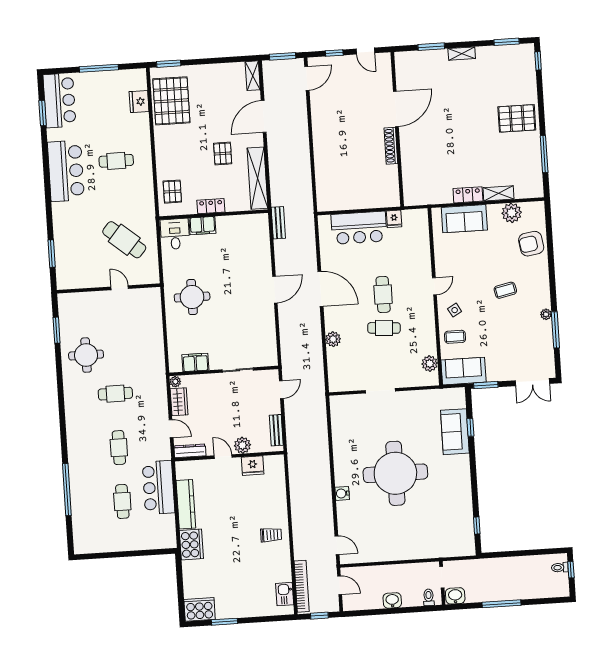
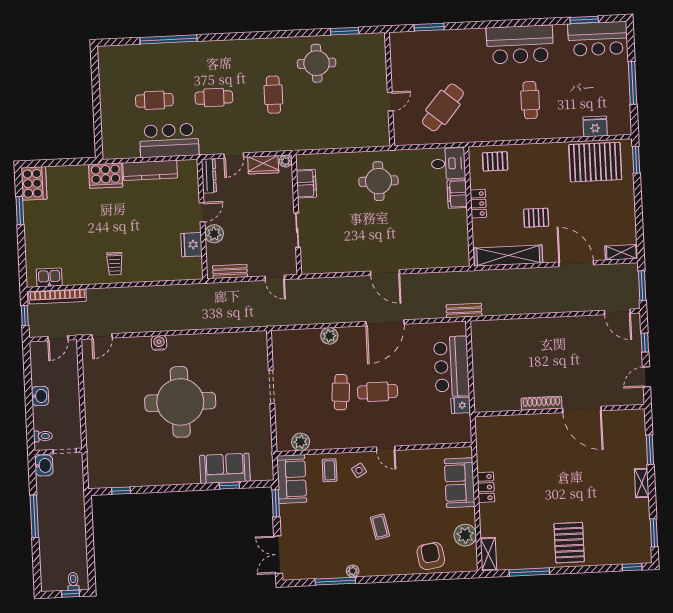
shelving: (499, 193) -> (488, 554), moved
bench: (278, 223) -> (464, 311), moved

